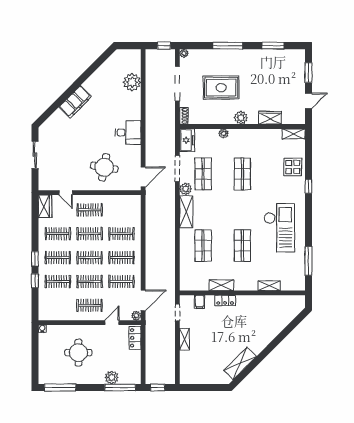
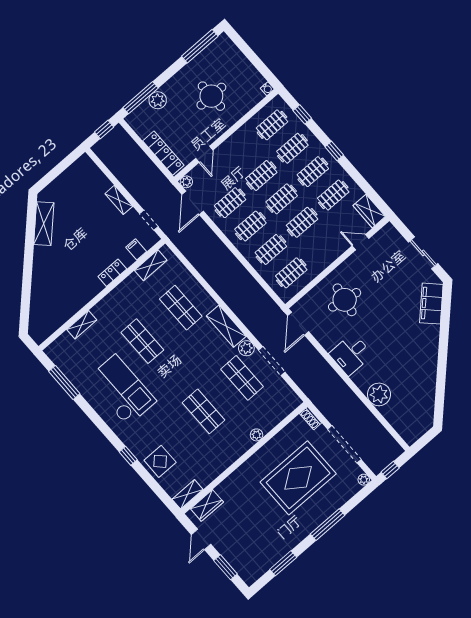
plant: (132, 82) -> (379, 394), moved
rug: (221, 88) -> (298, 478), width x1.37, depth x1.44
filing cabinet: (75, 102) -> (431, 304), moved
plant: (241, 118) -> (253, 465), removed
wardrobe: (270, 118) -> (207, 505), moved
freezer: (187, 140) -> (286, 397), removed
clothes rail: (90, 210) -> (291, 273), moved
checkout: (279, 228) -> (121, 390), turned 180
window: (35, 281) -> (302, 114), moved
shelving: (221, 285) -> (151, 265), moved
clothes rail: (90, 305) -> (272, 125), moved
locker: (135, 338) -> (163, 153), width x1.53

